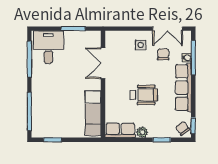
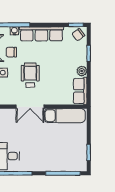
double door: (103, 63) -> (30, 107), moved
wheelchair: (144, 95) -> (30, 75), moved

